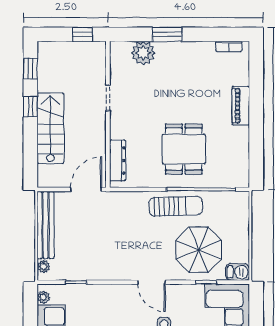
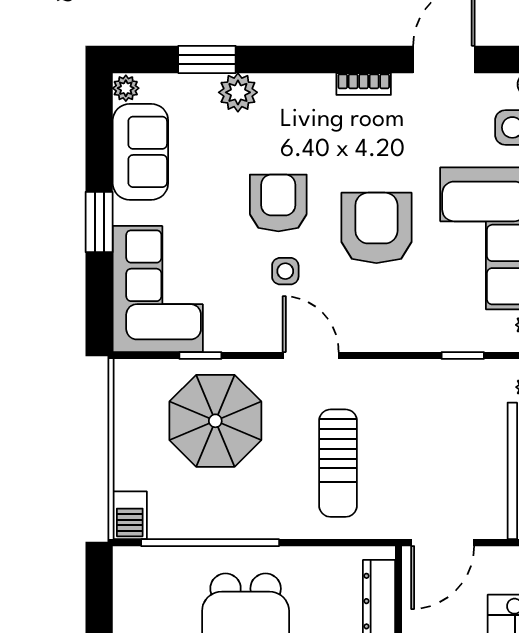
sun lounger: (176, 206) -> (338, 463), moved, turned -88
barbecue: (238, 272) -> (130, 515), moved, turned -90

